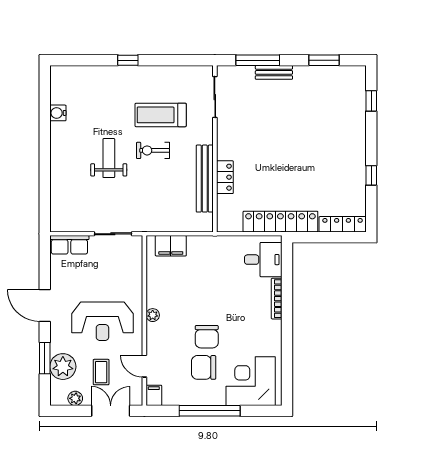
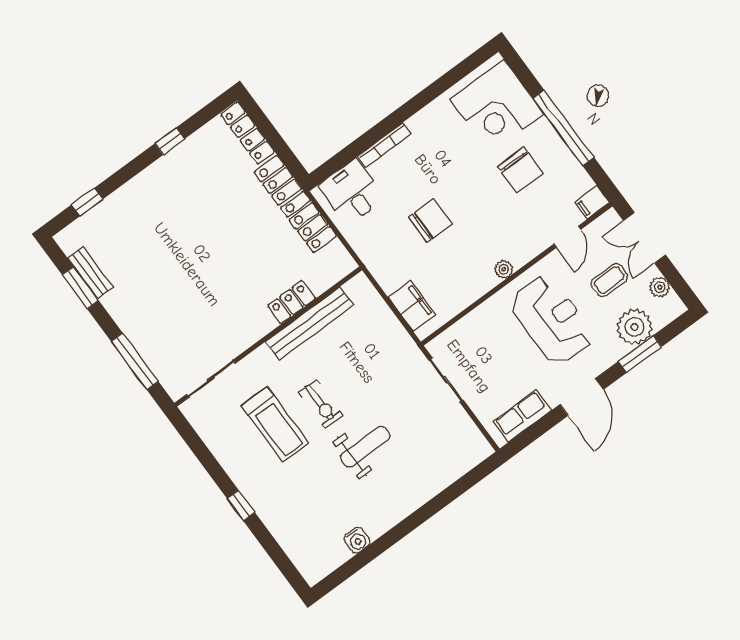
bench: (274, 72) -> (90, 273), moved
weight bench: (109, 158) -> (365, 447), turned 180
row of seats: (69, 245) -> (522, 416), moved, turned -90
chair: (207, 337) -> (430, 221), moved

